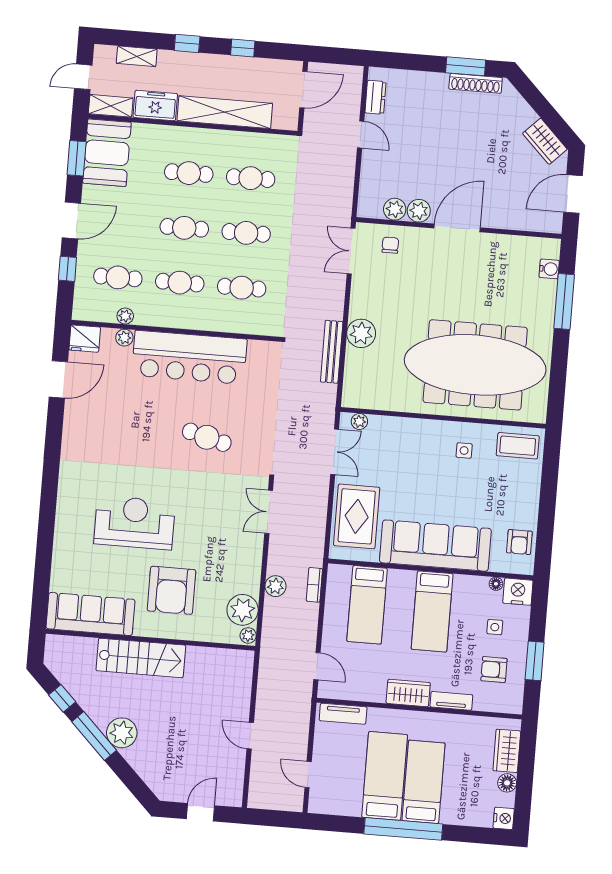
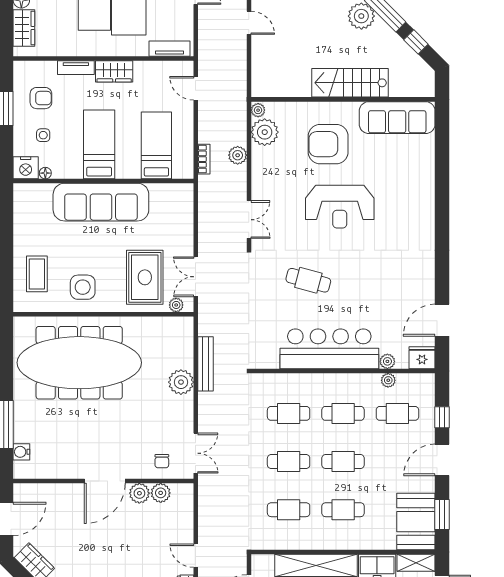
coffee table: (518, 446) -> (37, 274), moved, turned 90
side table: (464, 451) -> (83, 287), width x1.87, depth x1.87
rug: (357, 516) -> (145, 277), moved
reception desk: (135, 523) -> (340, 207), moved
armchair: (519, 542) -> (28, 211), removed
armchair: (172, 590) -> (328, 144), turned -90

